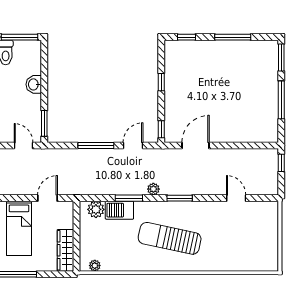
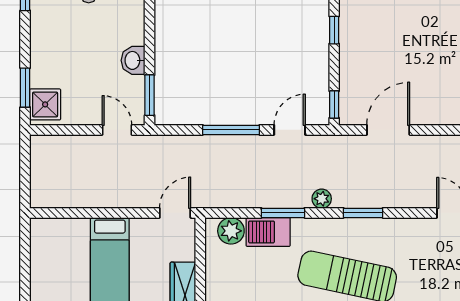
washbasin: (34, 84) -> (133, 60), moved
door: (48, 198) -> (175, 213), moved

